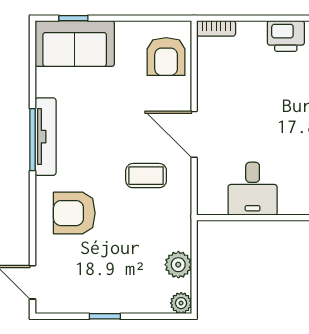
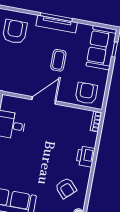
armchair: (166, 56) -> (86, 93), turned 90
coffee table: (146, 176) -> (58, 60), moved

